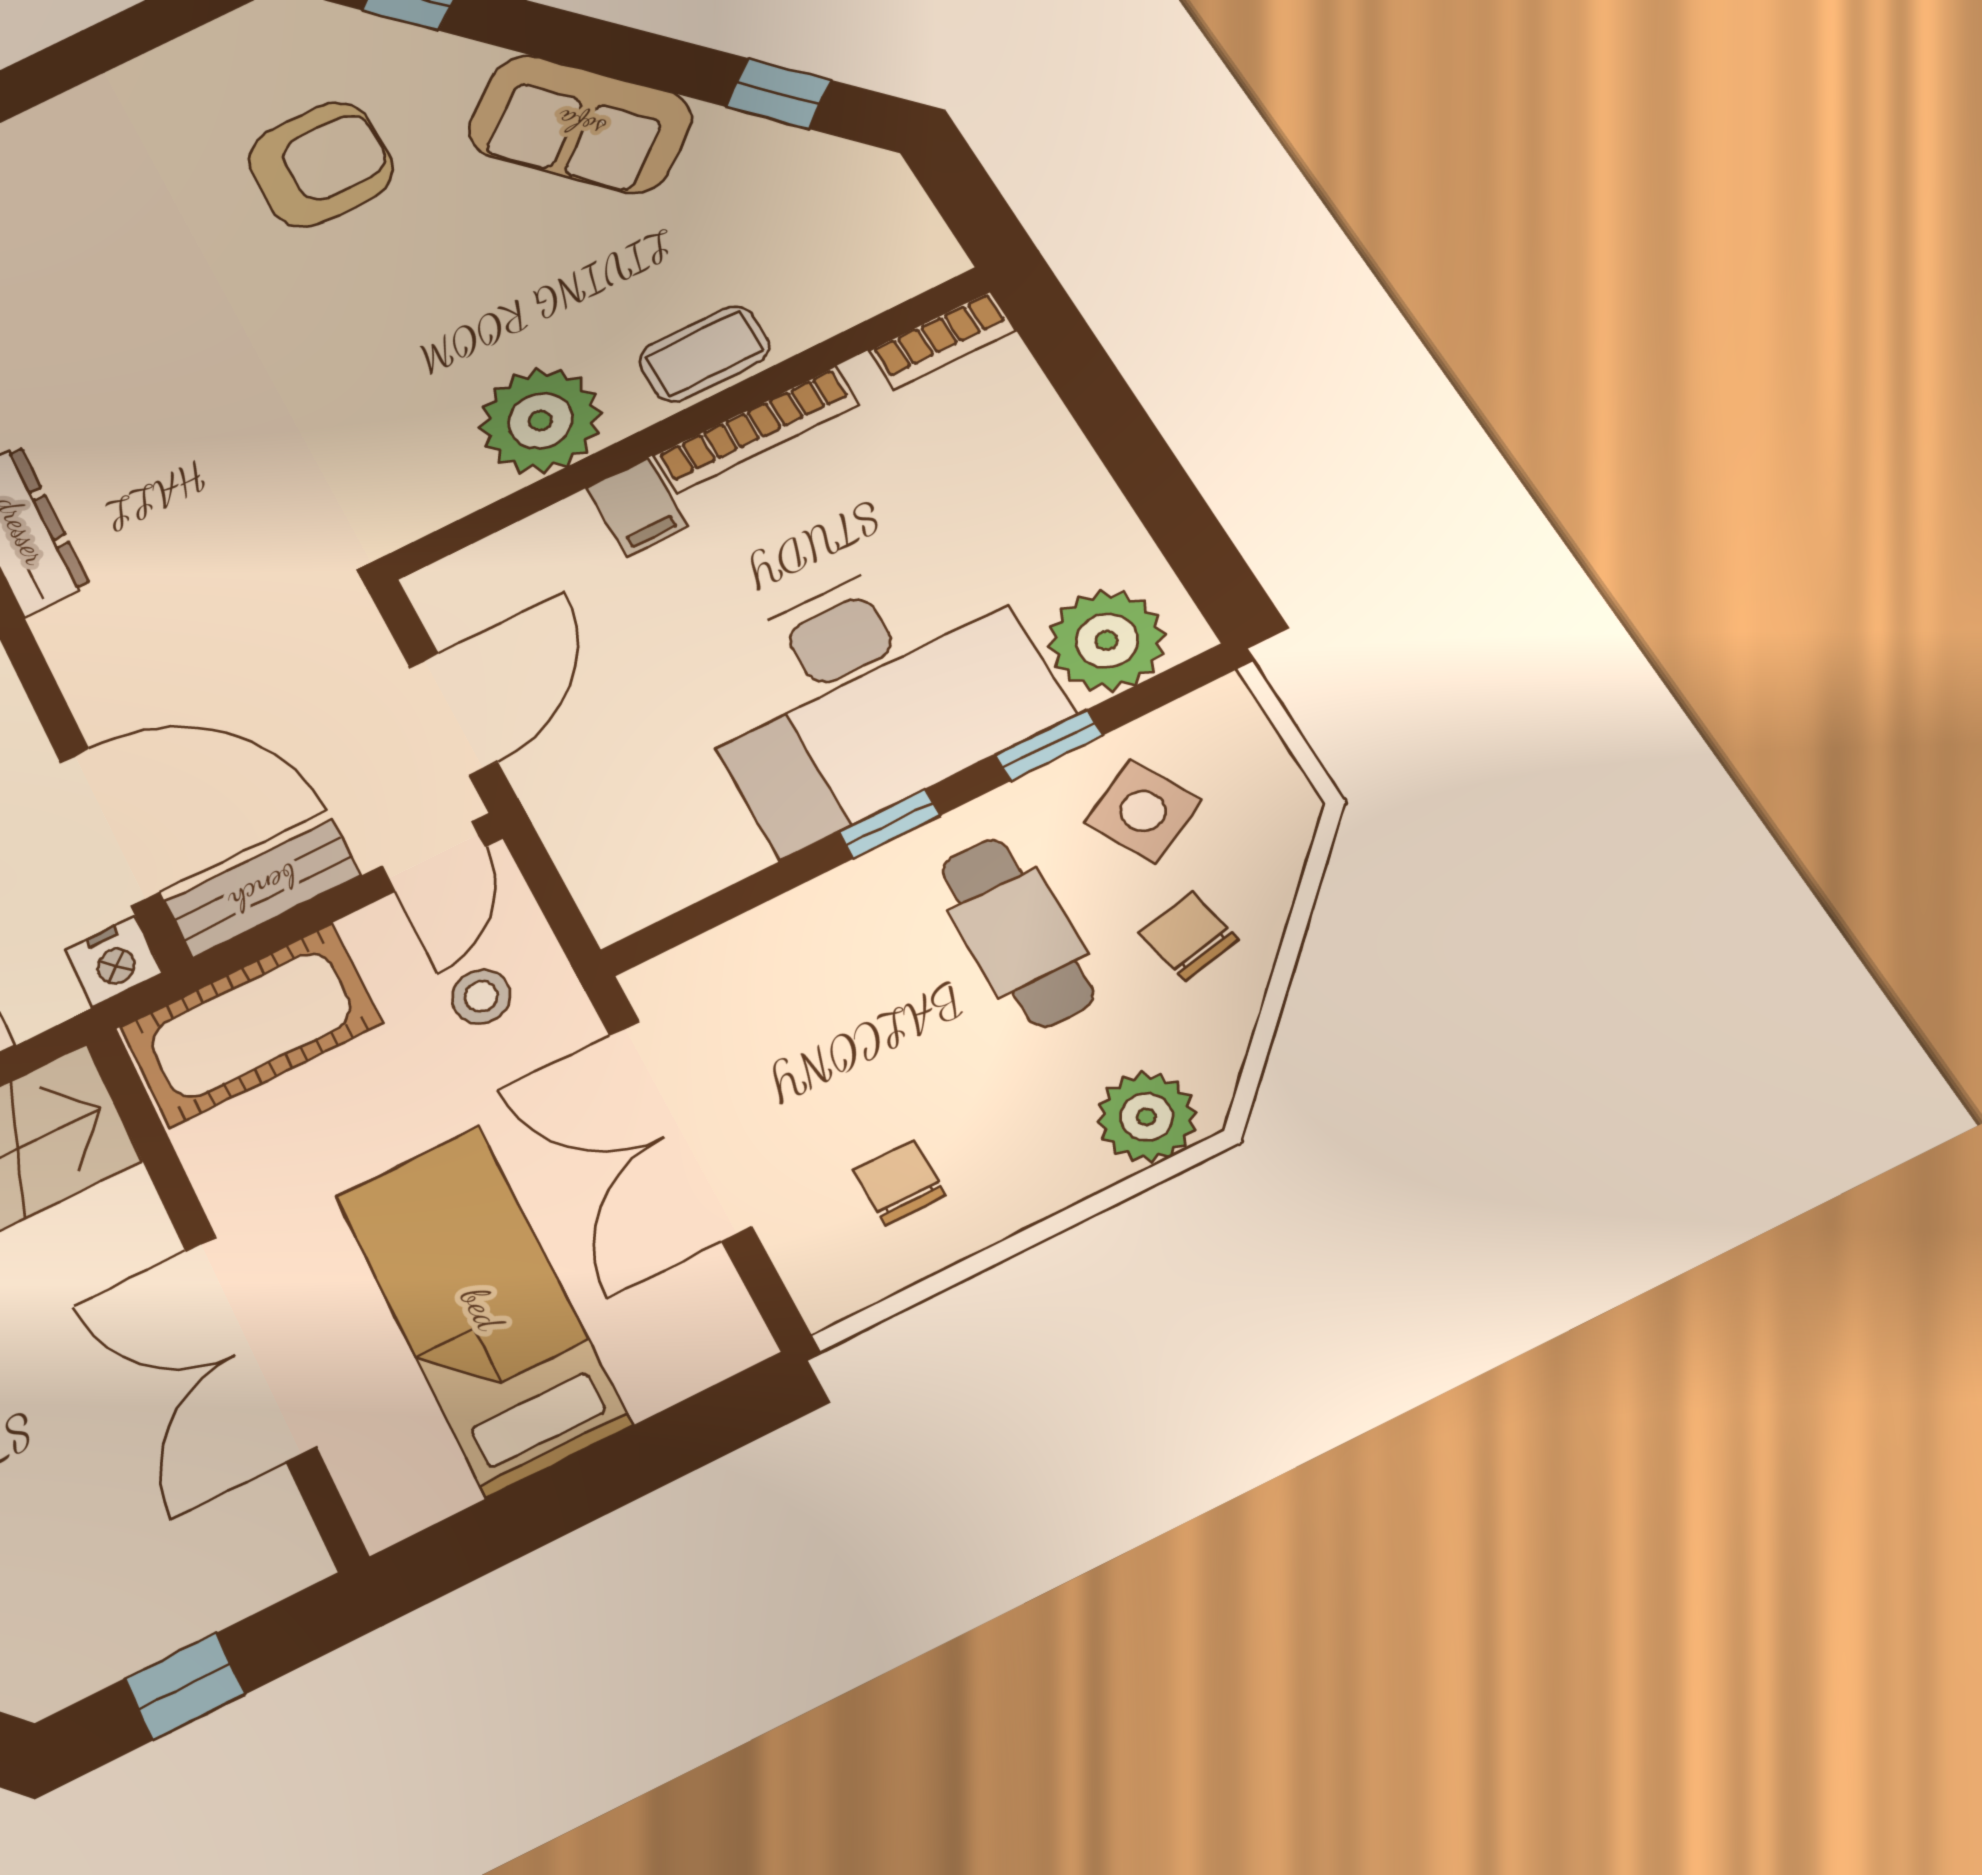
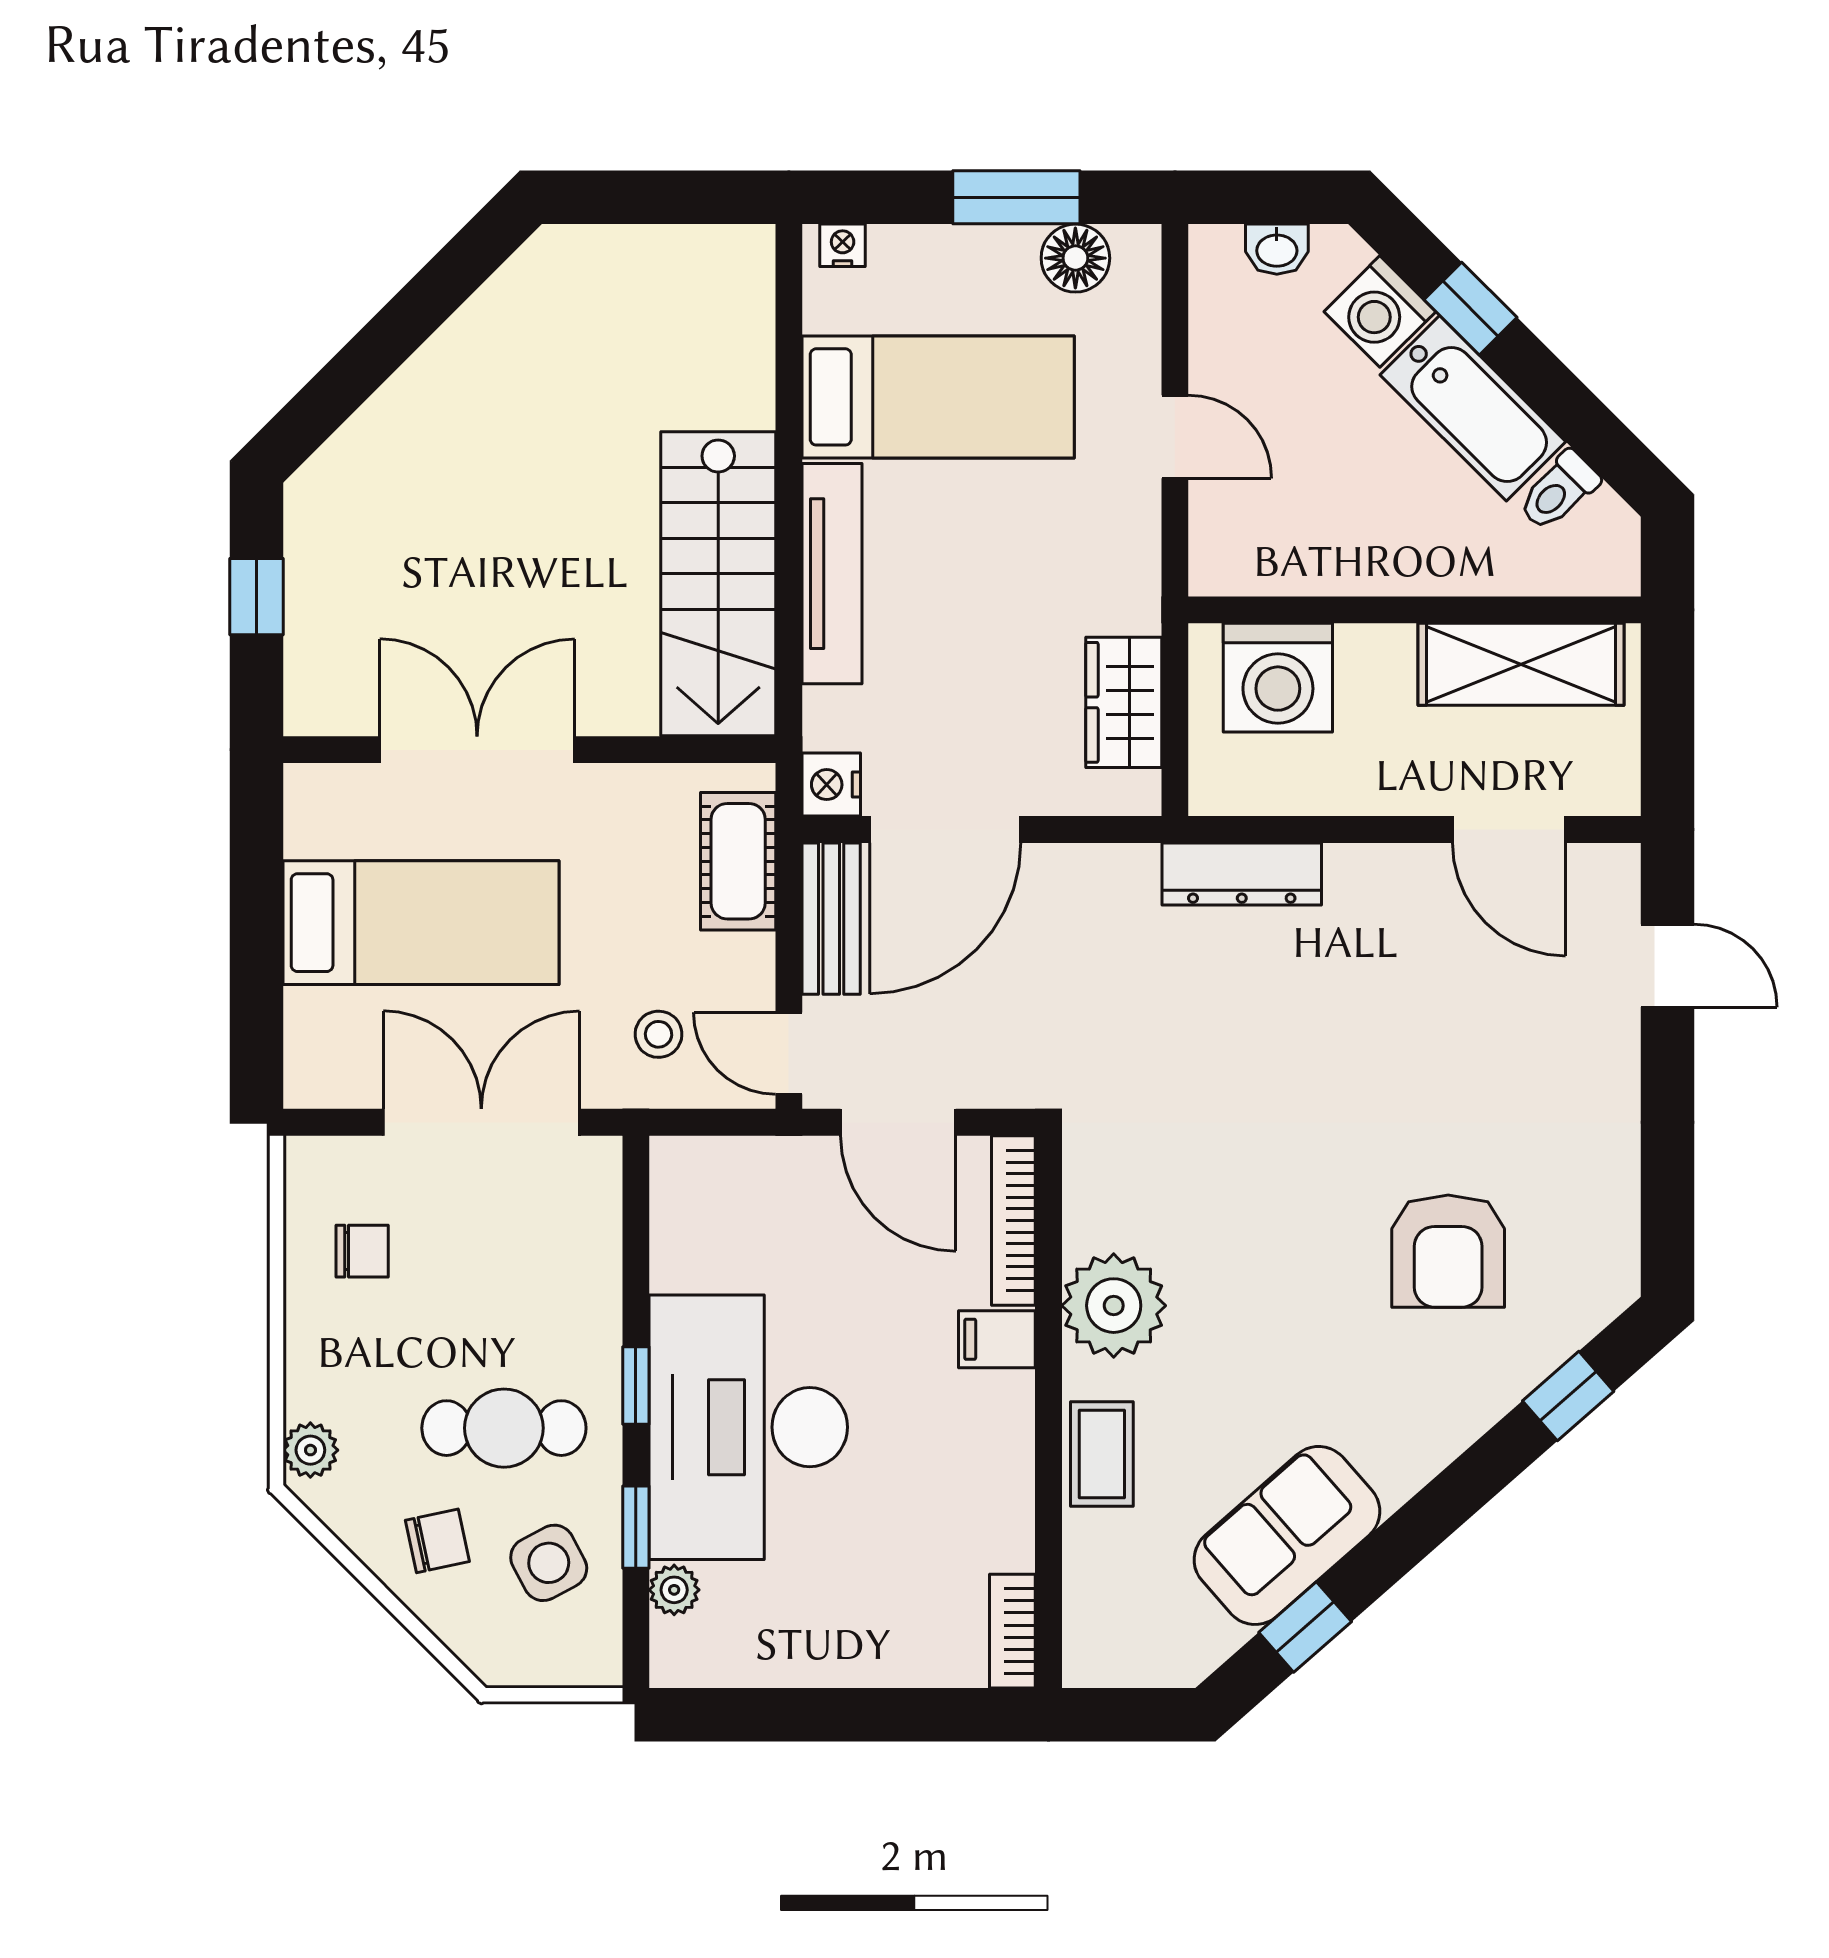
sofa: (580, 124) -> (1287, 1535), moved
bookcase: (756, 430) -> (1013, 1220), moved
plant: (1107, 640) -> (674, 1590), width x0.53, depth x0.53
cot: (251, 1025) -> (738, 861), width x0.73, depth x0.75
plant: (1147, 1117) -> (310, 1450), width x0.73, depth x0.73

